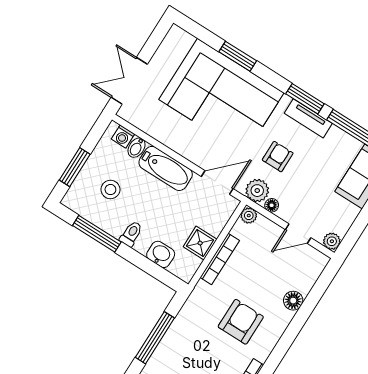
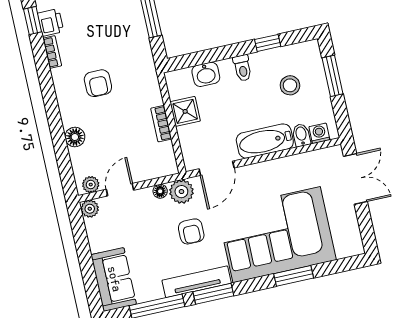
tv unit: (308, 118) -> (197, 282), width x1.41
plant: (249, 216) -> (91, 185), moved
window: (97, 234) -> (268, 43), width x0.46
bookcase: (220, 259) -> (161, 124), width x0.64
armchair: (241, 322) -> (98, 83), width x0.72, depth x0.72

